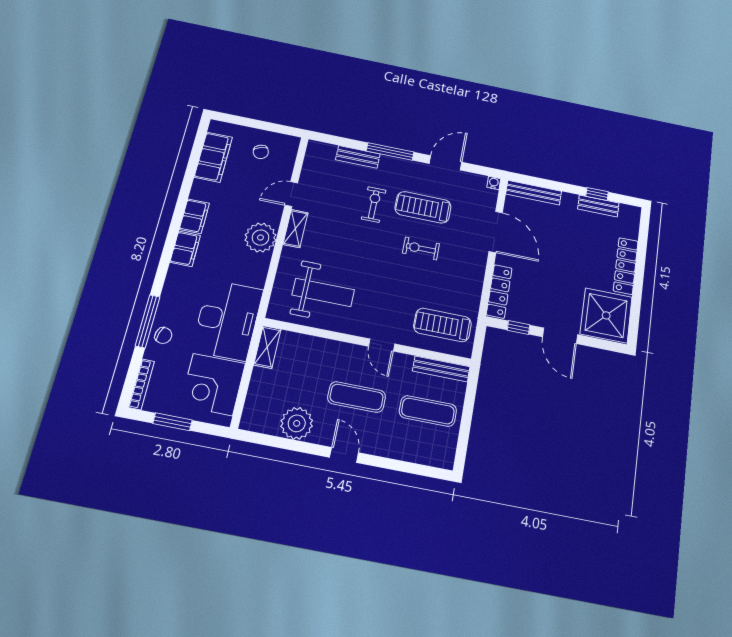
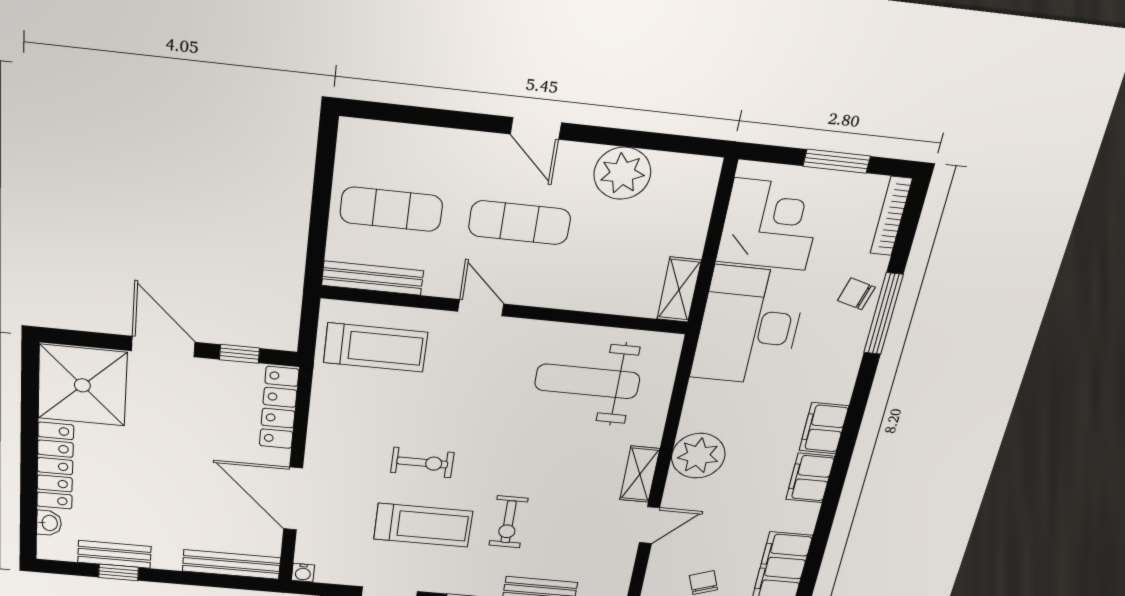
washbasin: (632, 230) -> (49, 523), added

